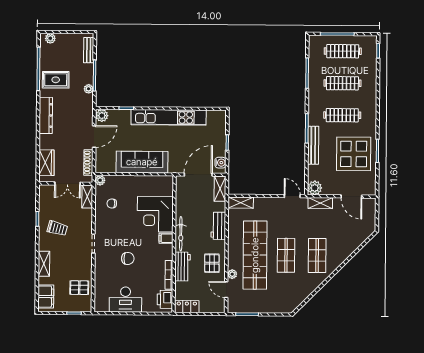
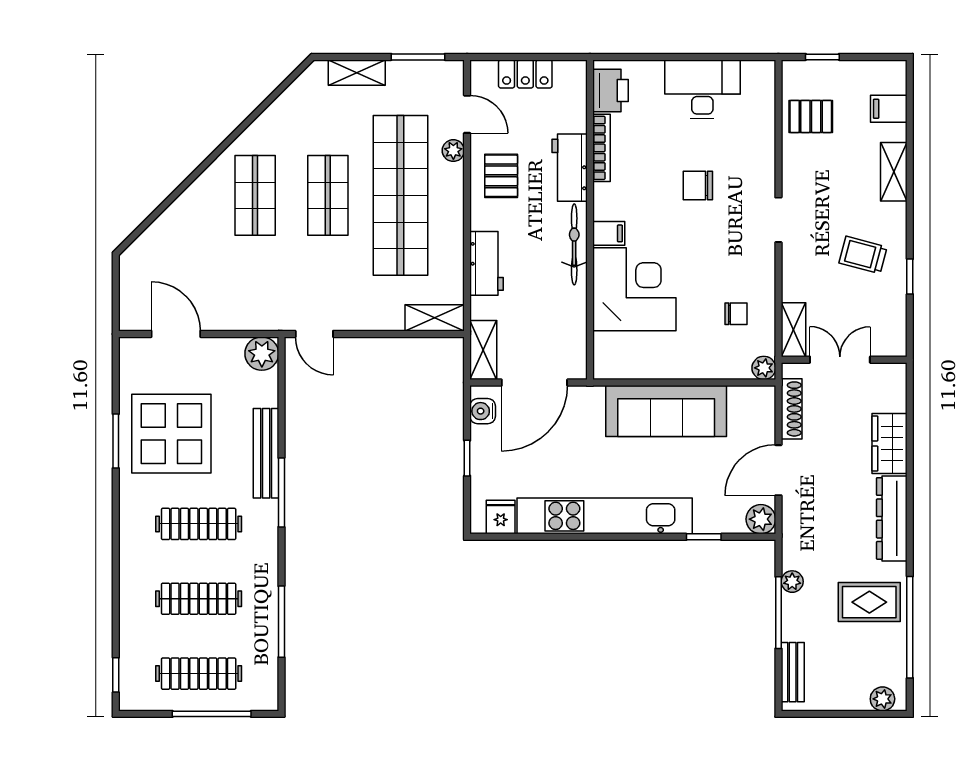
fridge: (213, 117) -> (501, 517), added
wardrobe: (46, 163) -> (890, 443), moved
shelving: (320, 203) -> (357, 73), moved
filing cabinet: (46, 297) -> (889, 109), width x0.50
locker: (187, 307) -> (525, 74), moved

